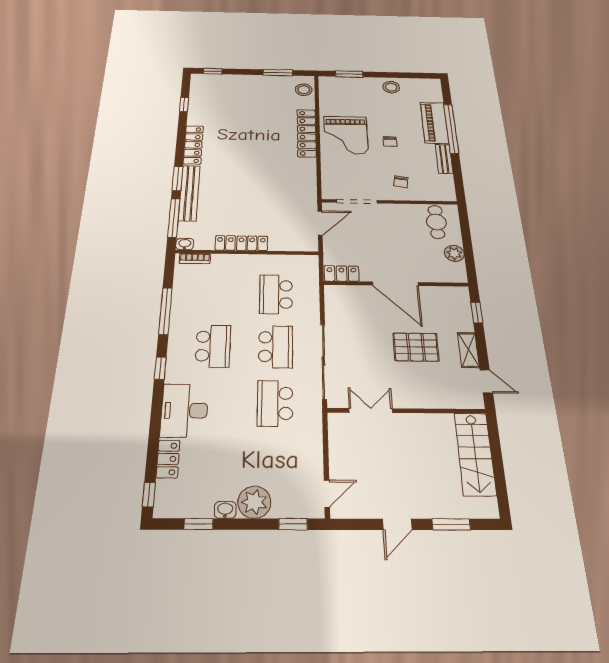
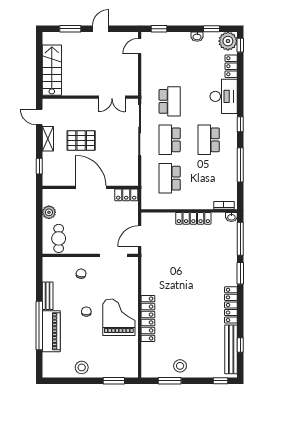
stool: (304, 90) -> (180, 366), moved
bench: (189, 193) -> (231, 349), moved
school desk: (276, 294) -> (170, 178), turned 180
plant: (254, 502) -> (228, 41), moved

